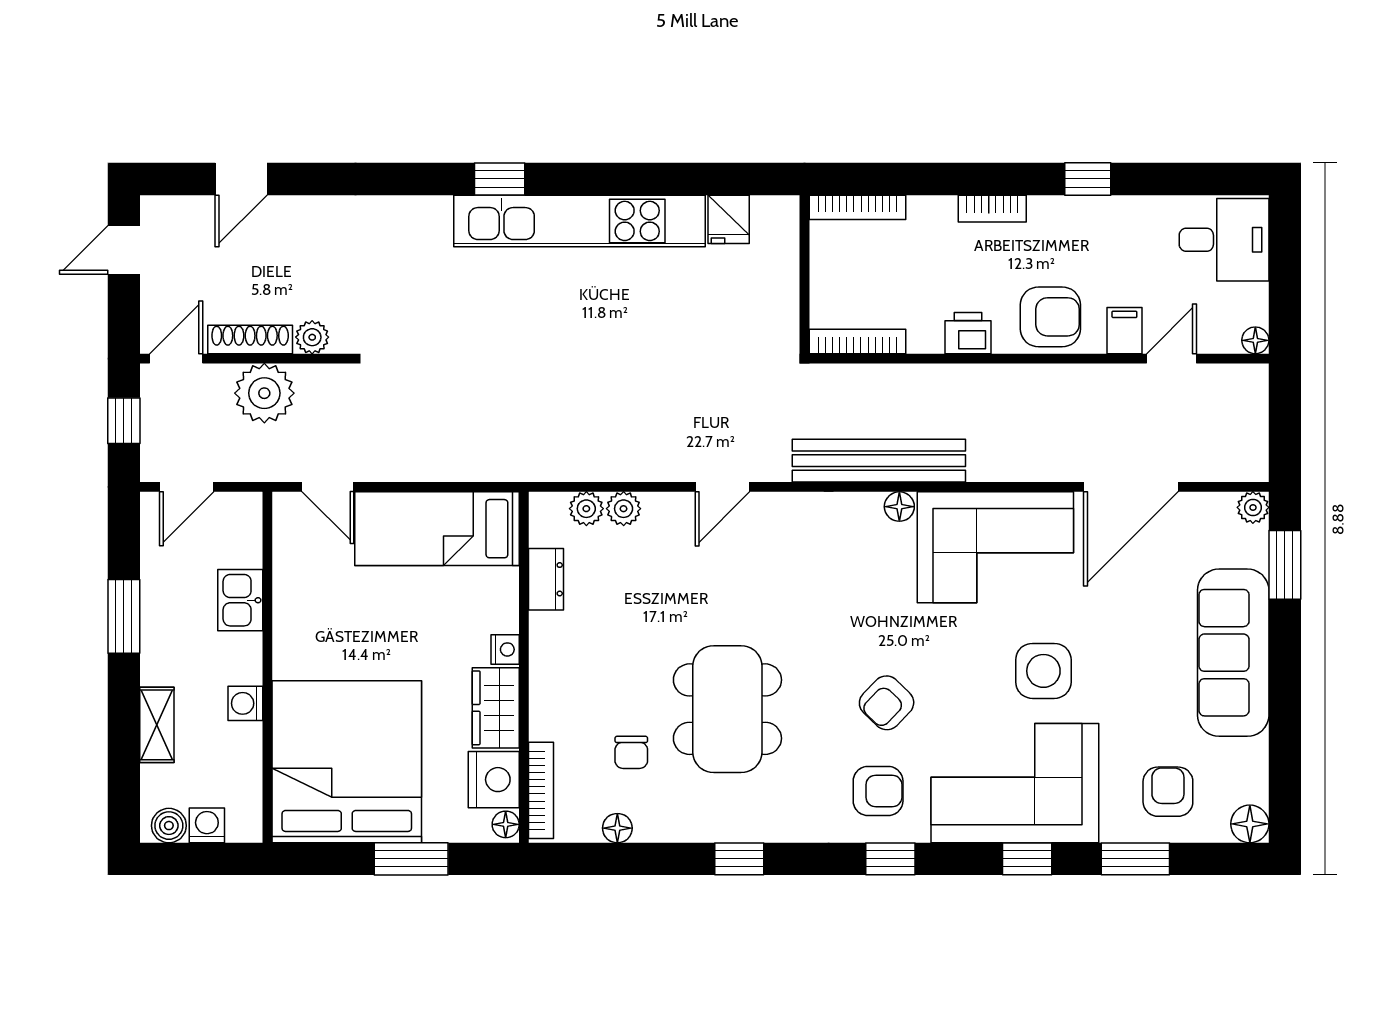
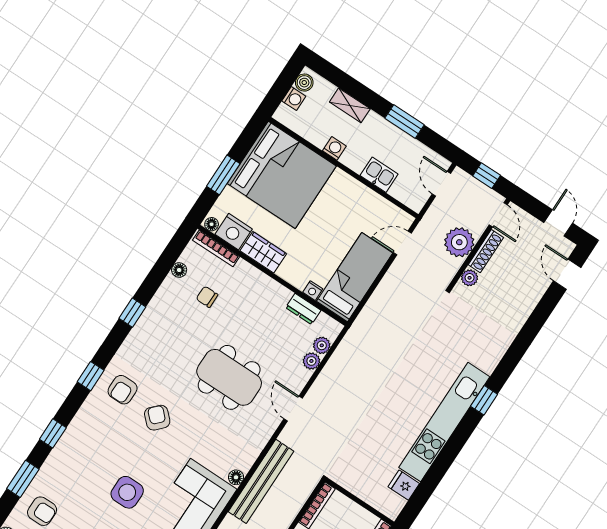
door: (241, 179) -> (567, 274), moved
nightstand: (505, 649) -> (313, 291), moved
dining table: (727, 709) -> (229, 377), moved
corner sofa: (1015, 783) -> (88, 449), removed

